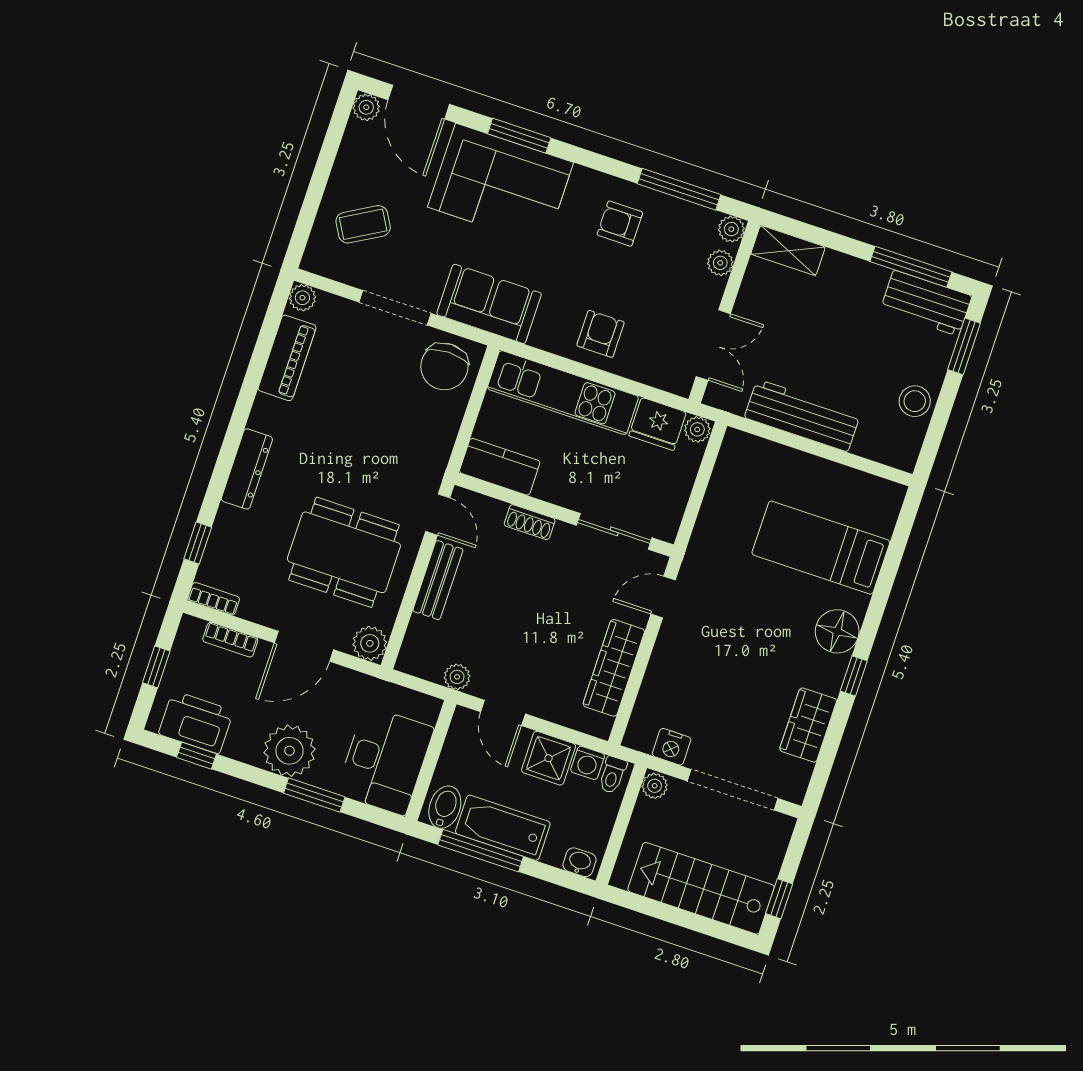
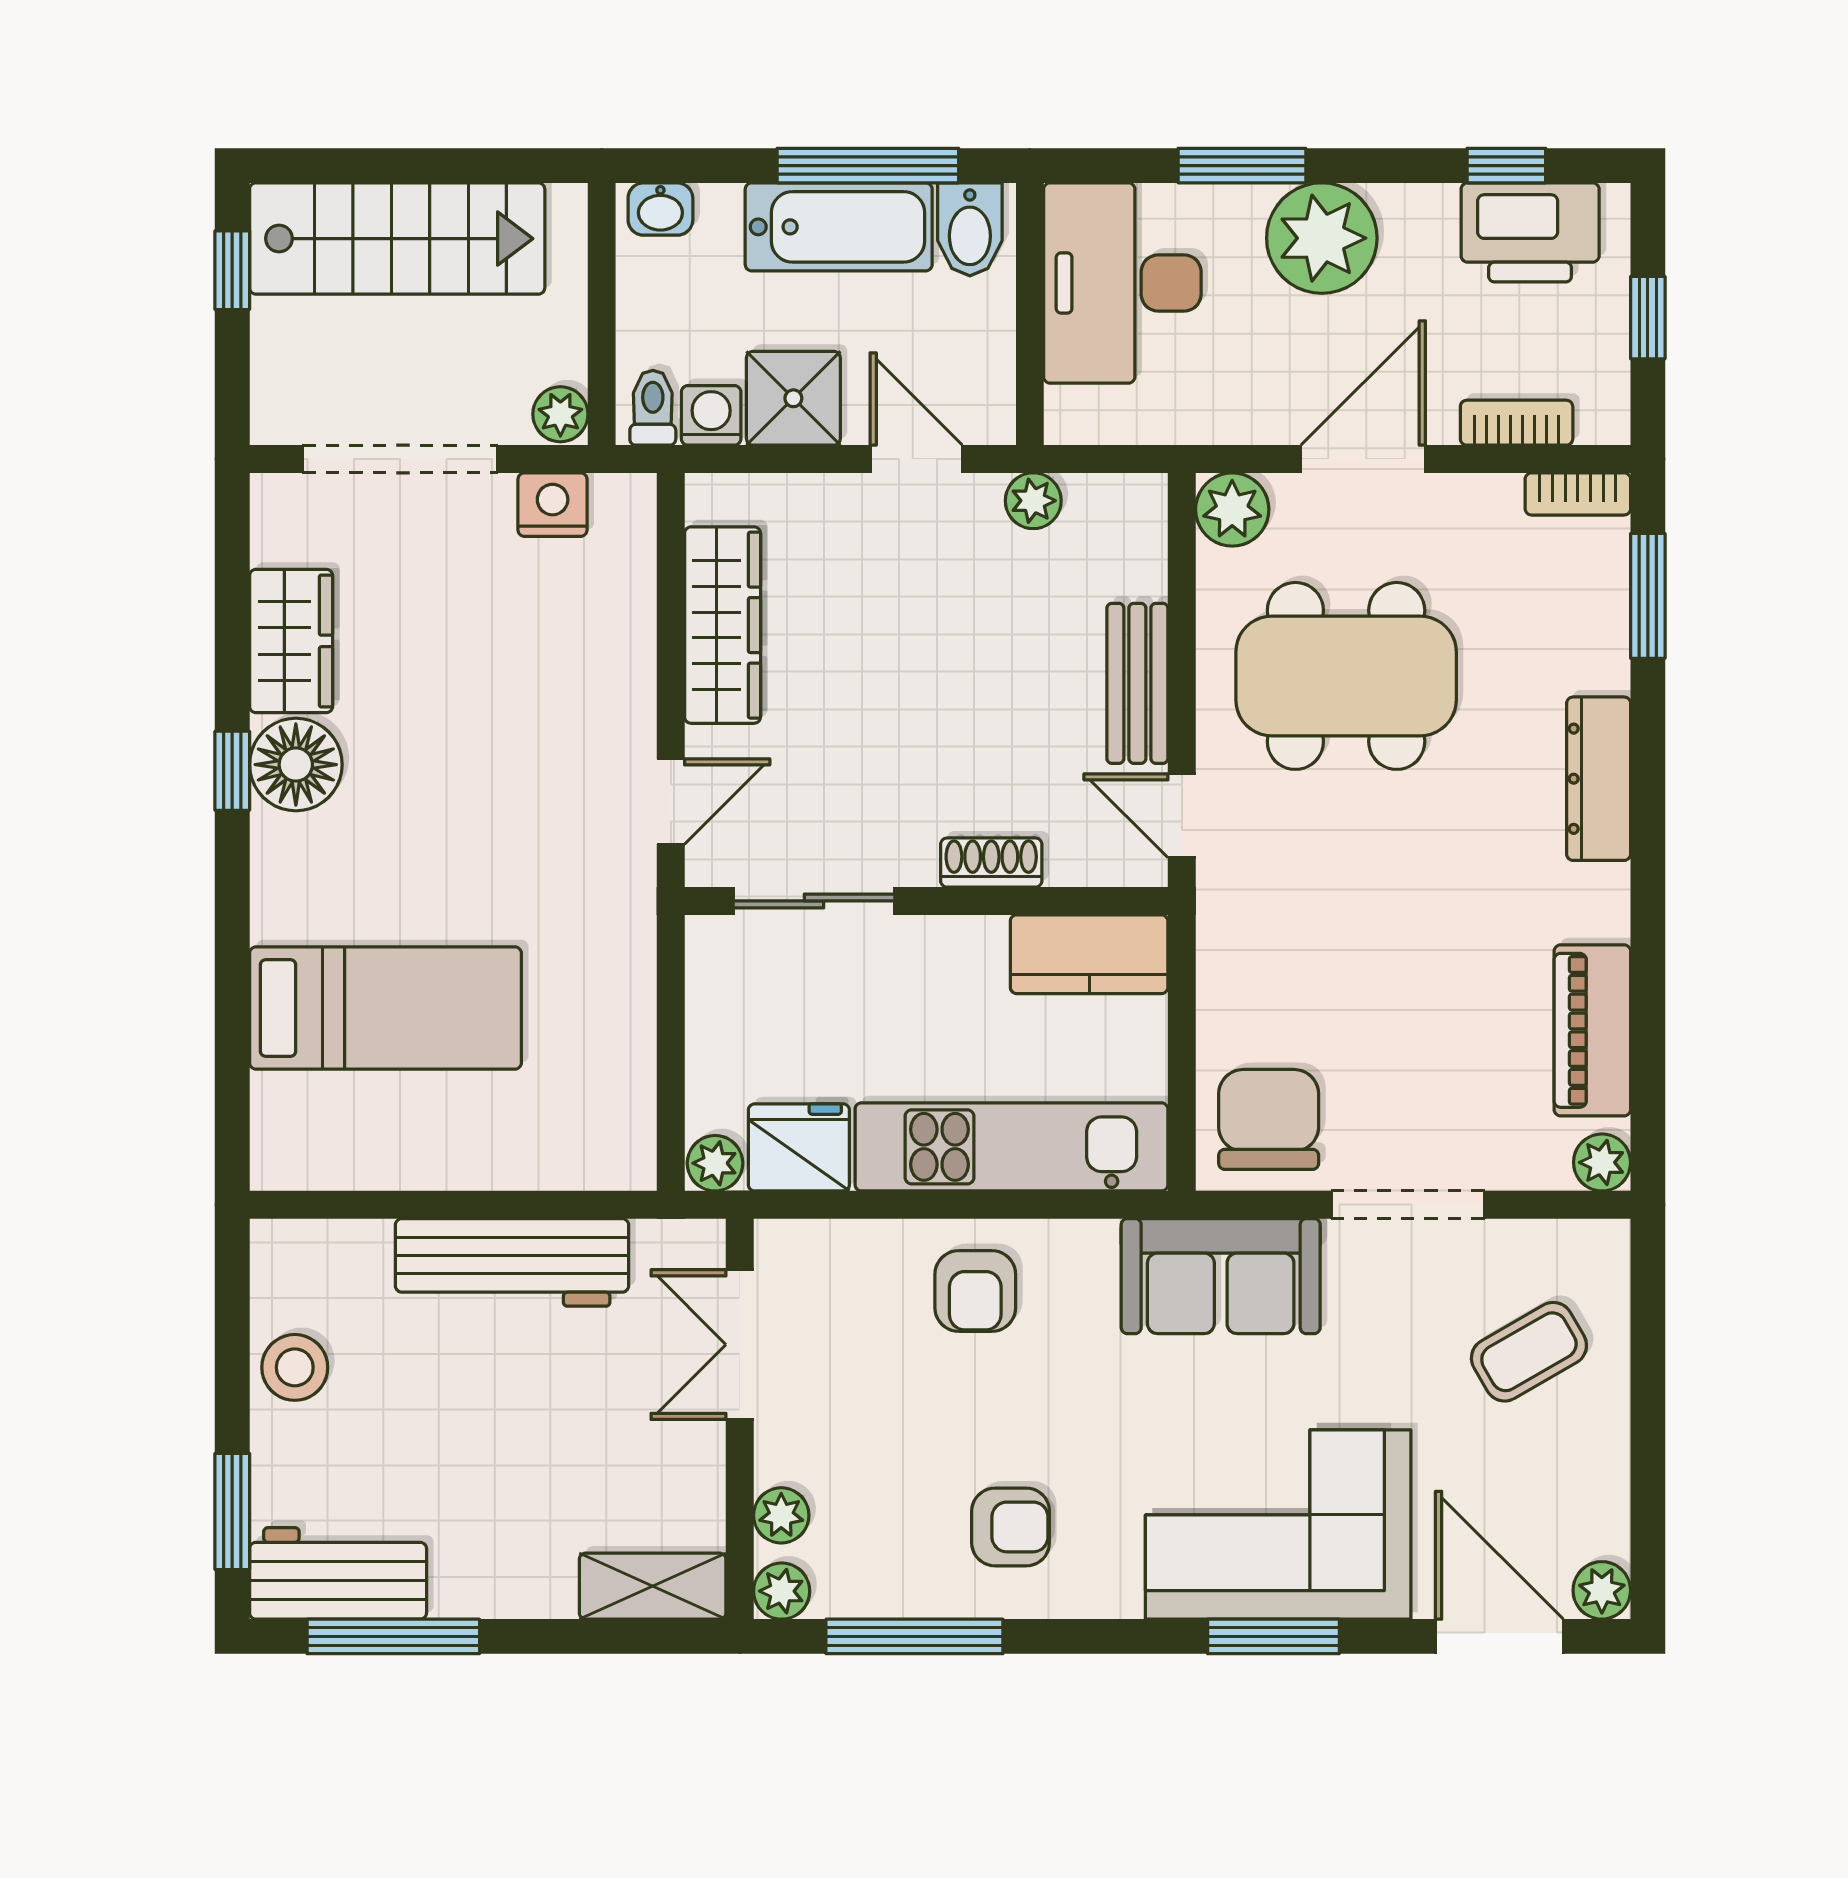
window: (198, 543) -> (1648, 596), width x1.50
floor lamp: (837, 631) -> (296, 765), moved

